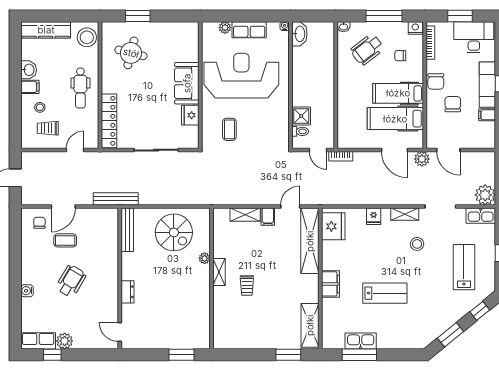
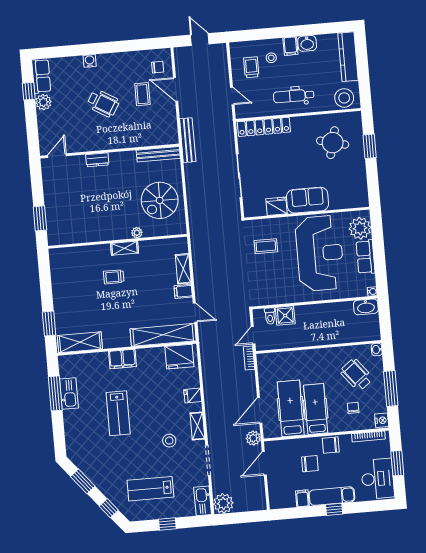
plant: (225, 28) -> (360, 228), width x1.88, depth x1.88
lab bench: (464, 267) -> (150, 489), turned 180

